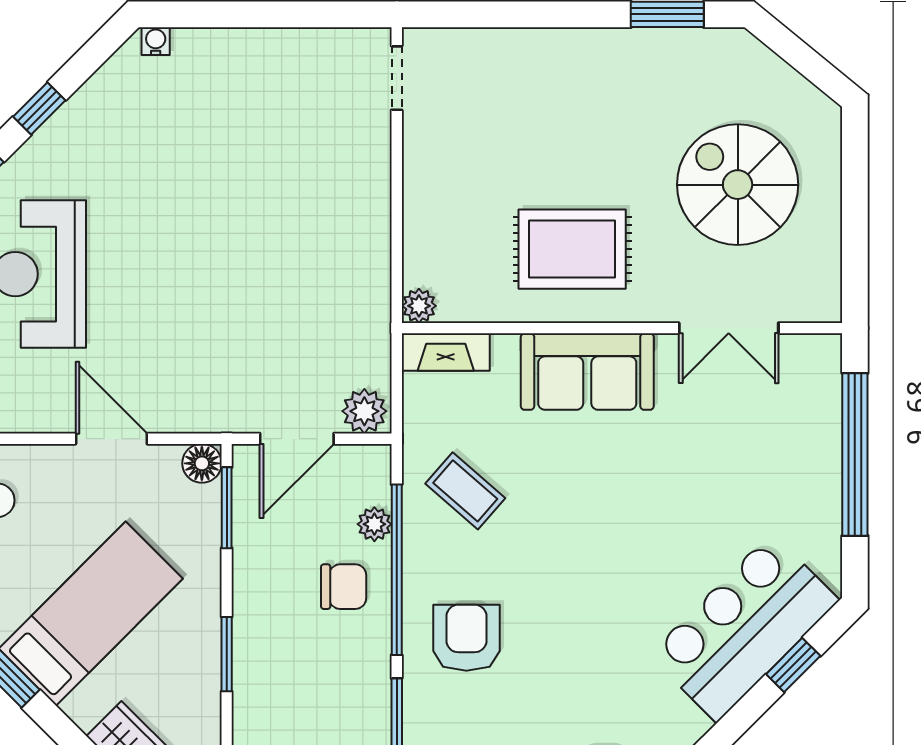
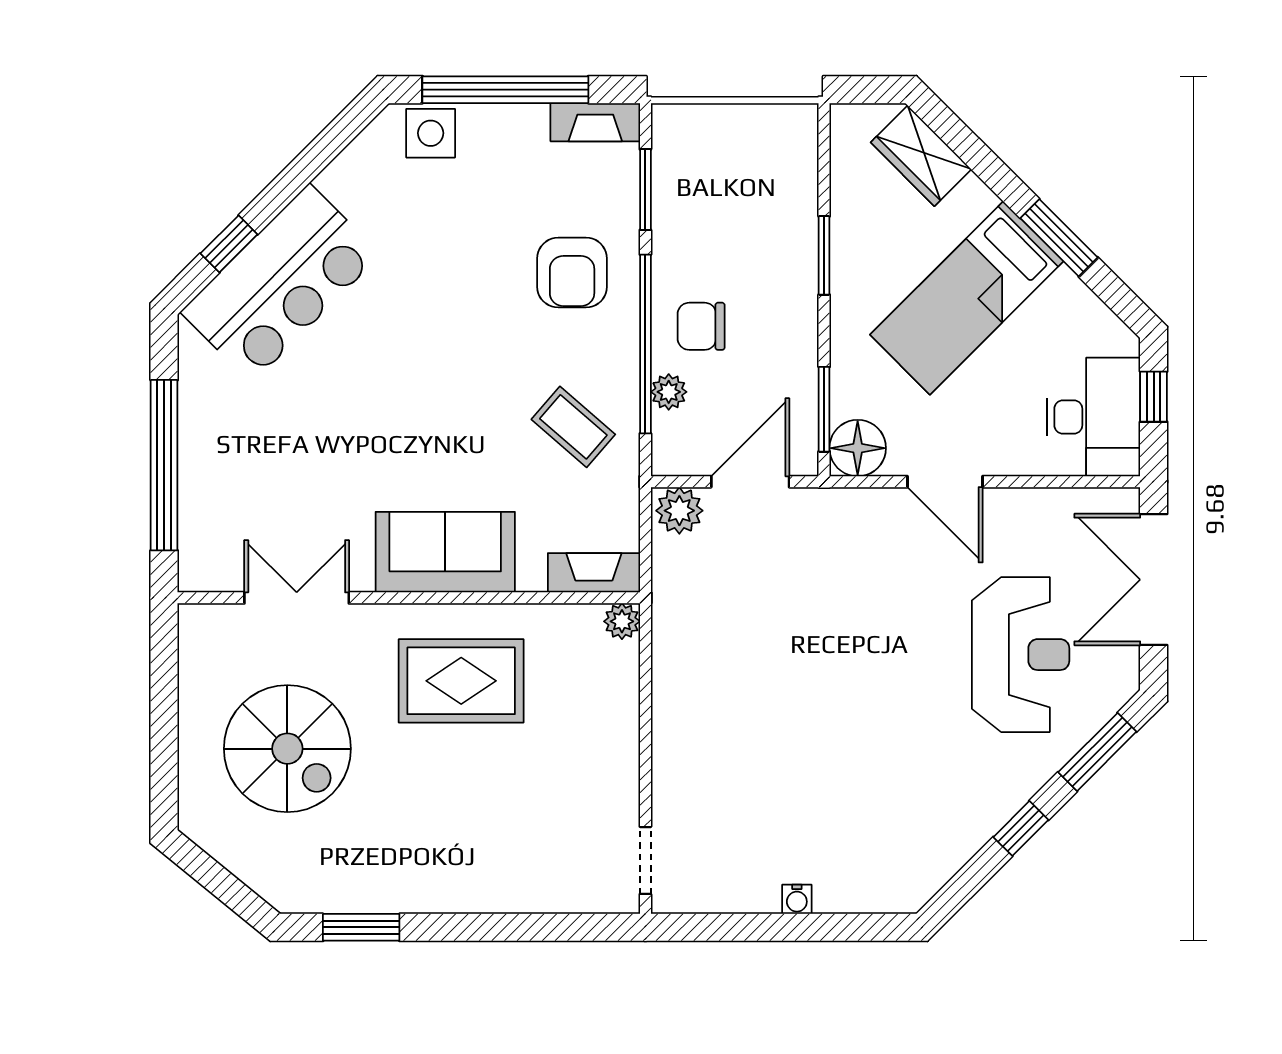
water cooler: (156, 41) -> (797, 899), moved
floor lamp: (202, 463) -> (858, 448), width x1.38, depth x1.38

